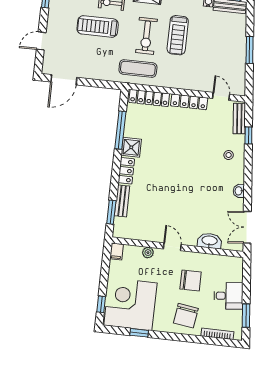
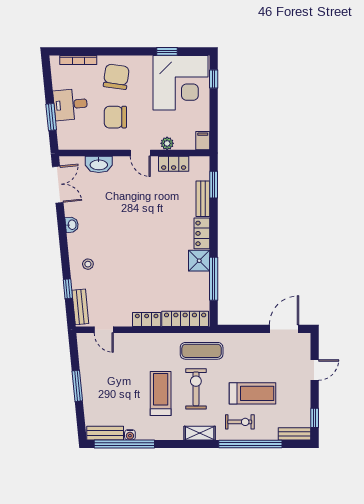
locker: (189, 102) -> (147, 319), width x0.66
locker: (144, 234) -> (174, 164), added
window: (246, 316) -> (51, 117), moved

